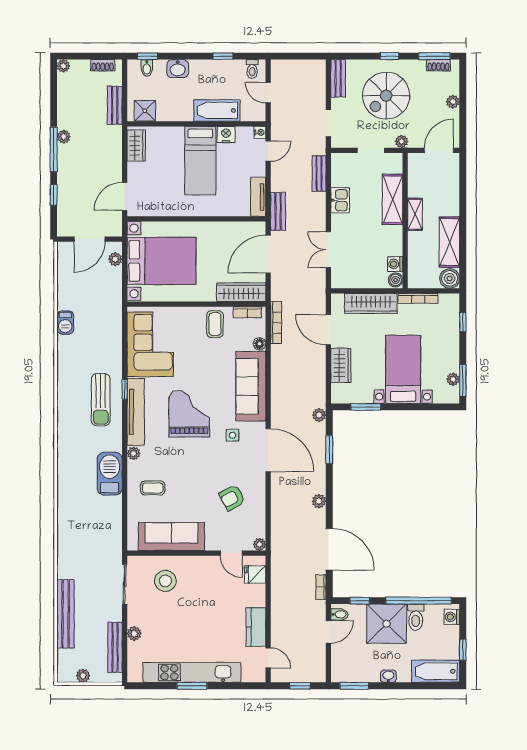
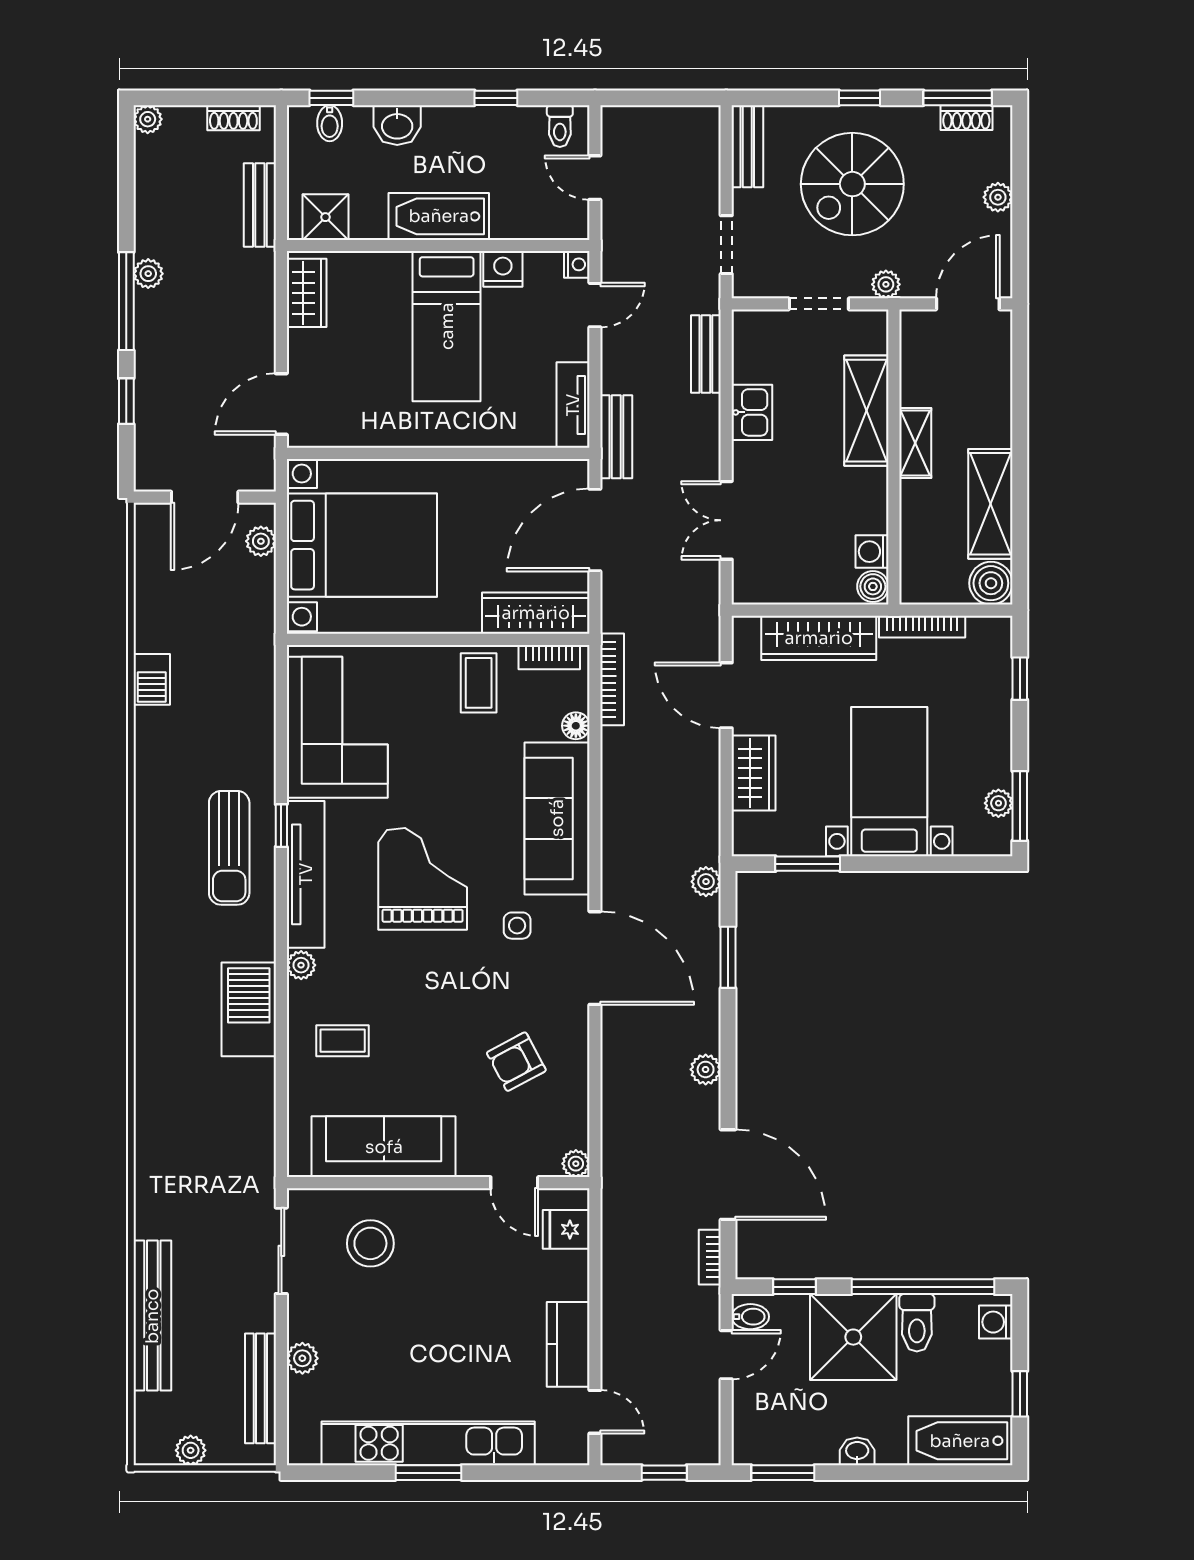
bathtub: (217, 110) -> (439, 216), moved

